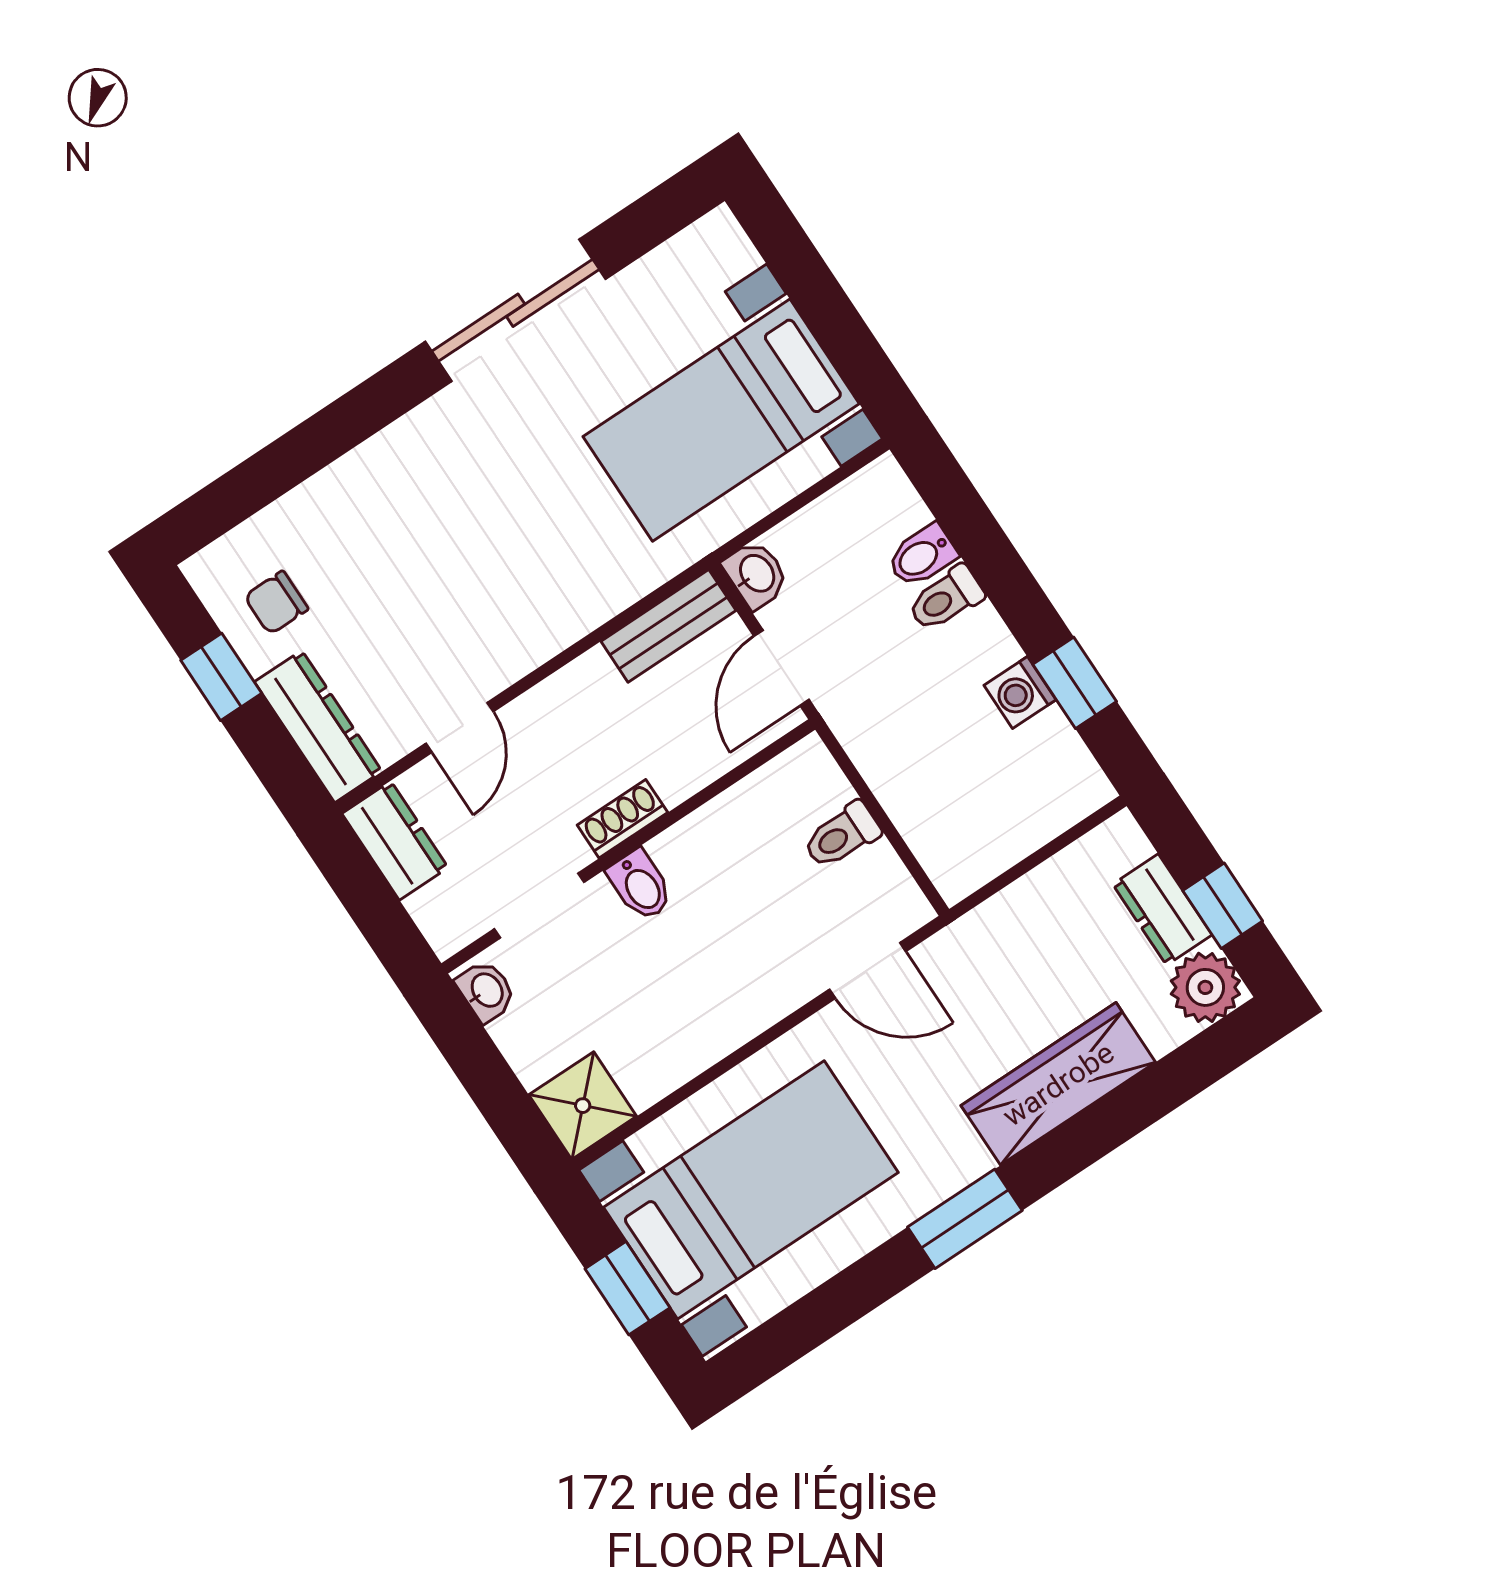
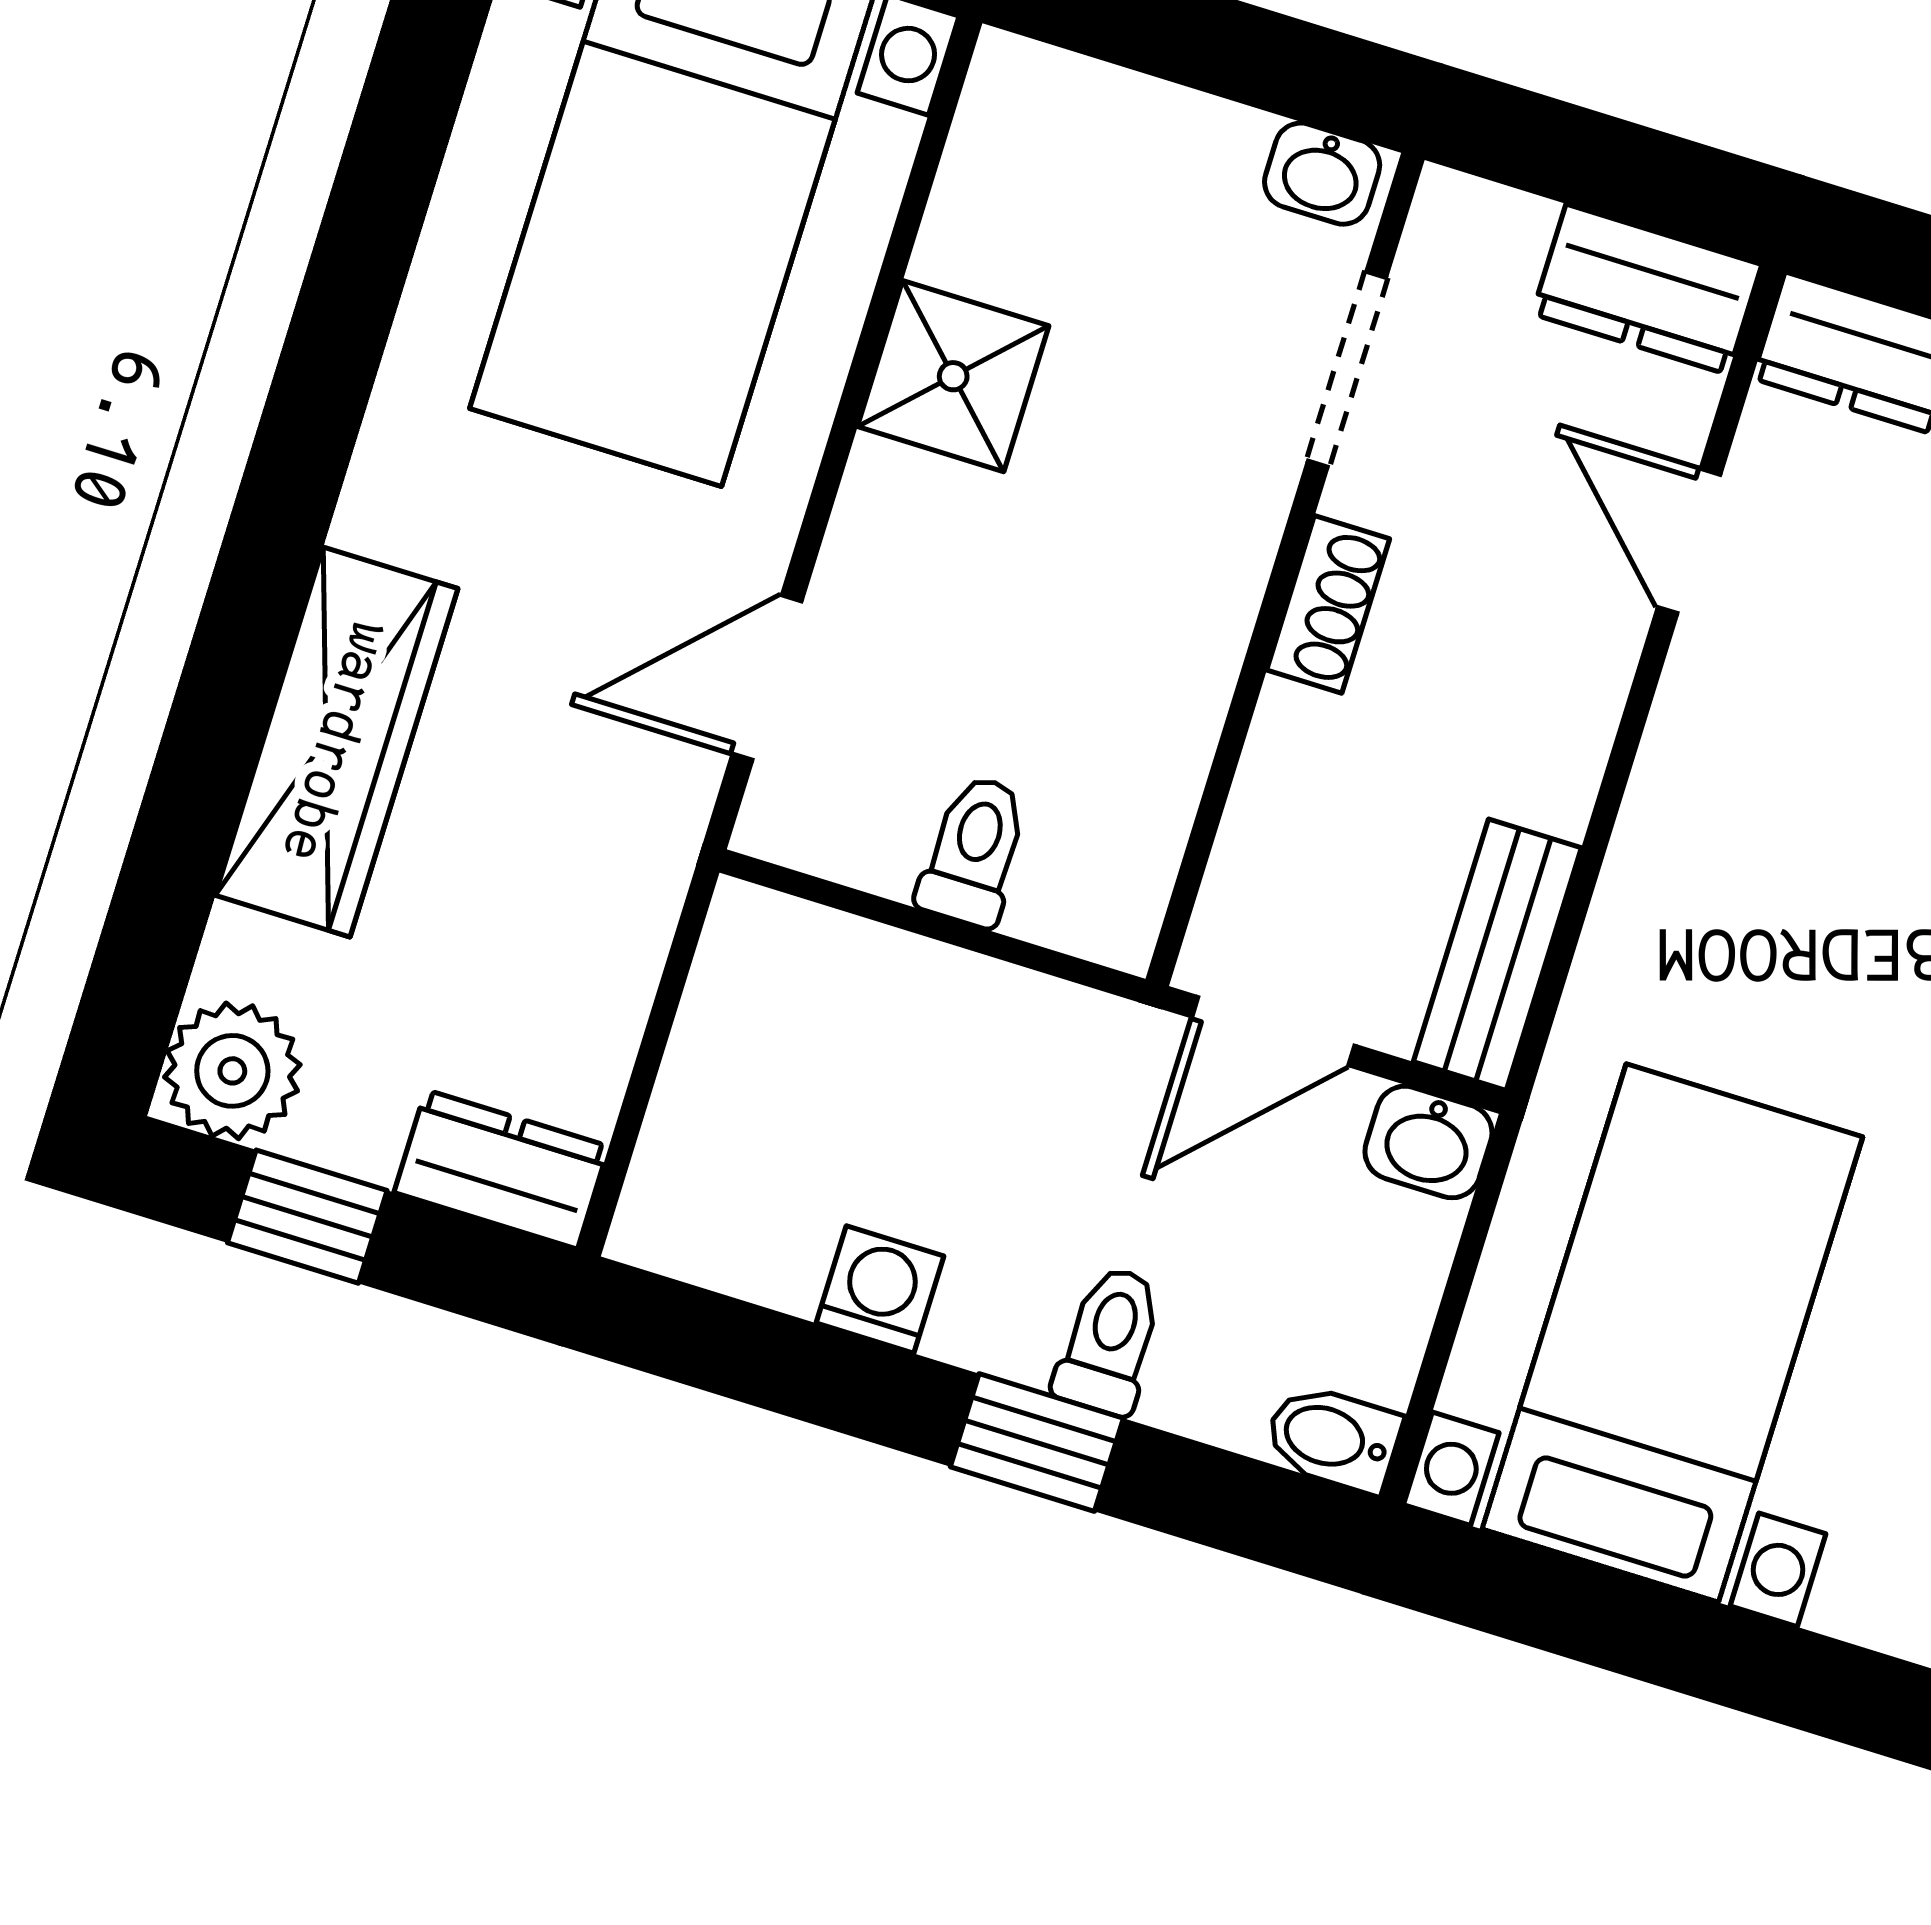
bidet: (922, 556) -> (1333, 1438), moved, turned -90
door: (782, 668) -> (1273, 1031), swing flipped
window: (1075, 683) -> (1037, 1443), moved
bidet: (640, 885) -> (1219, 525), removed
dresser: (1162, 909) -> (502, 1169), moved
shower: (583, 1106) -> (953, 376), moved
window: (965, 1219) -> (311, 421), removed

